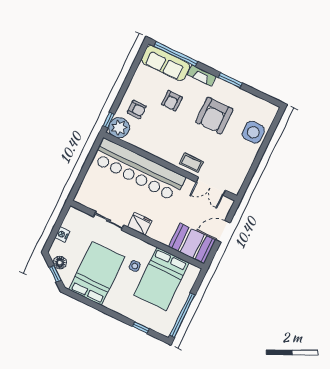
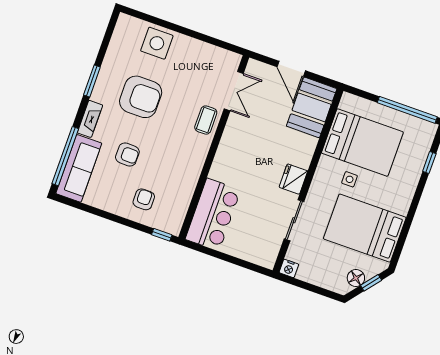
plant: (119, 128) -> (170, 220), removed
bar counter: (139, 170) -> (213, 215), width x0.54
nightstand: (62, 234) -> (289, 268), moved

